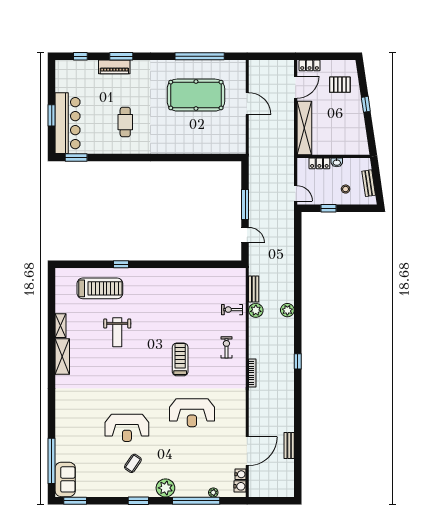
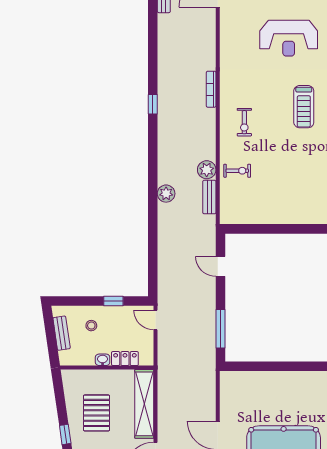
pallet: (341, 121) -> (97, 413), added
window: (245, 204) -> (220, 329), moved
plant: (287, 310) -> (166, 194), moved
reception desk: (192, 413) -> (289, 38), turned 180

